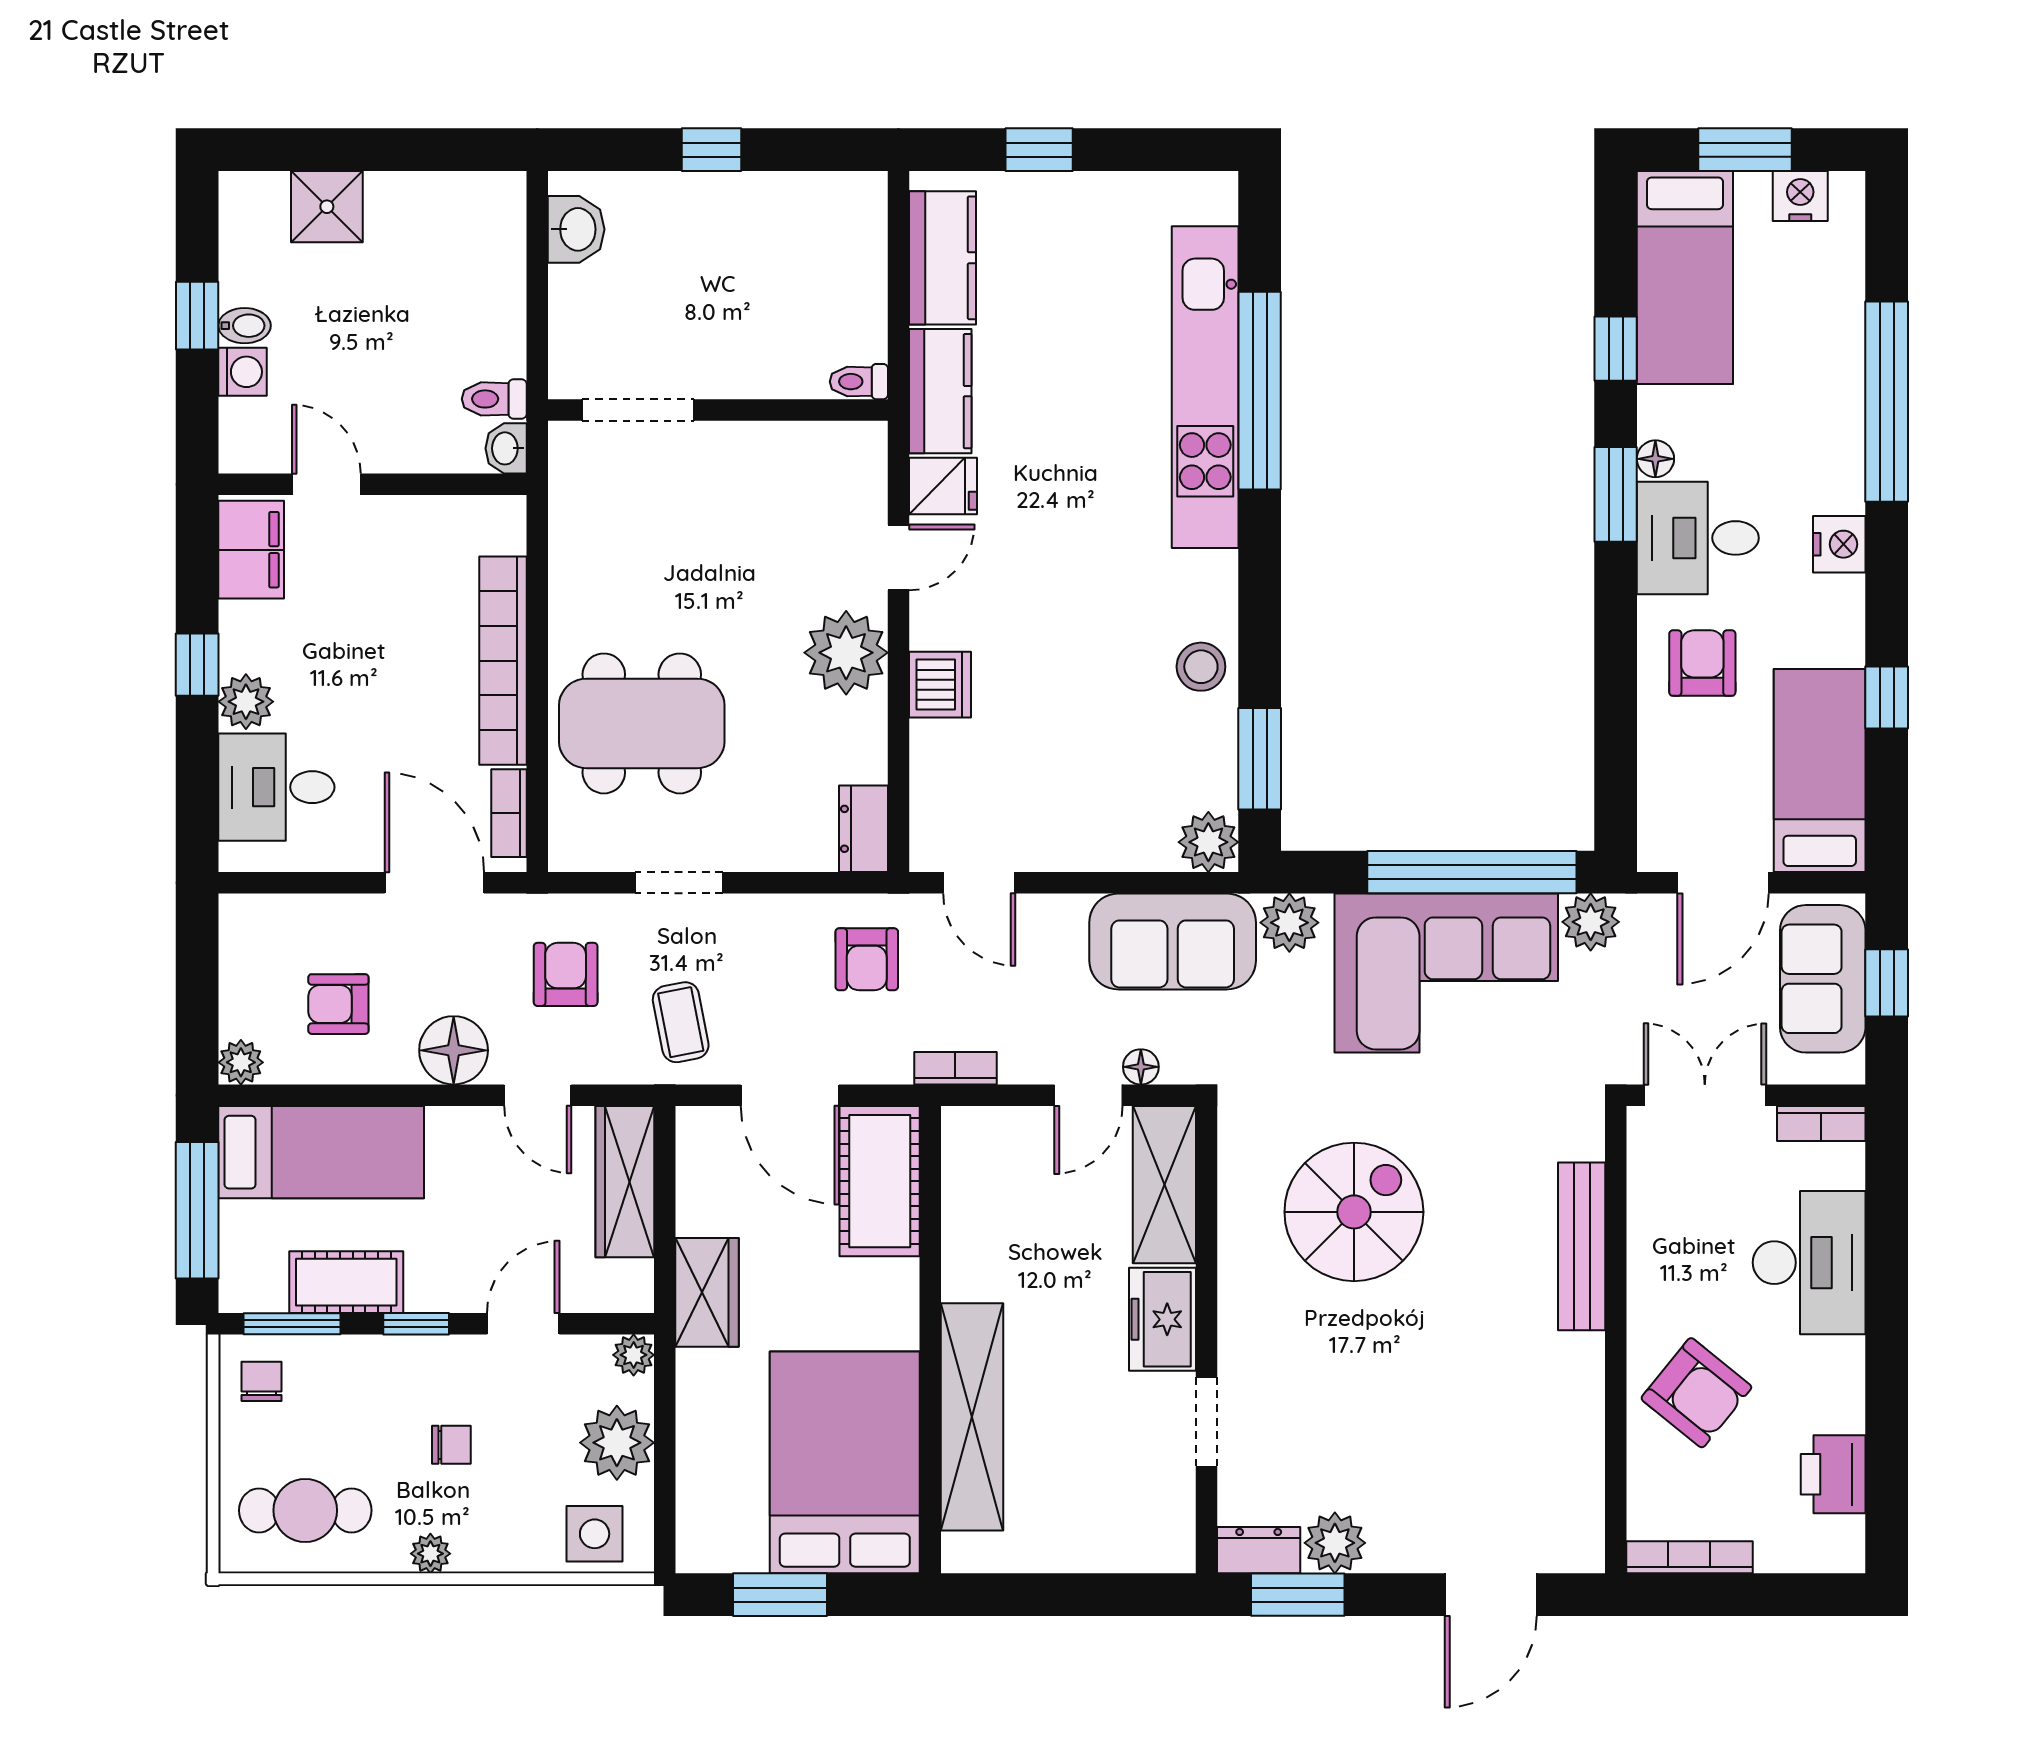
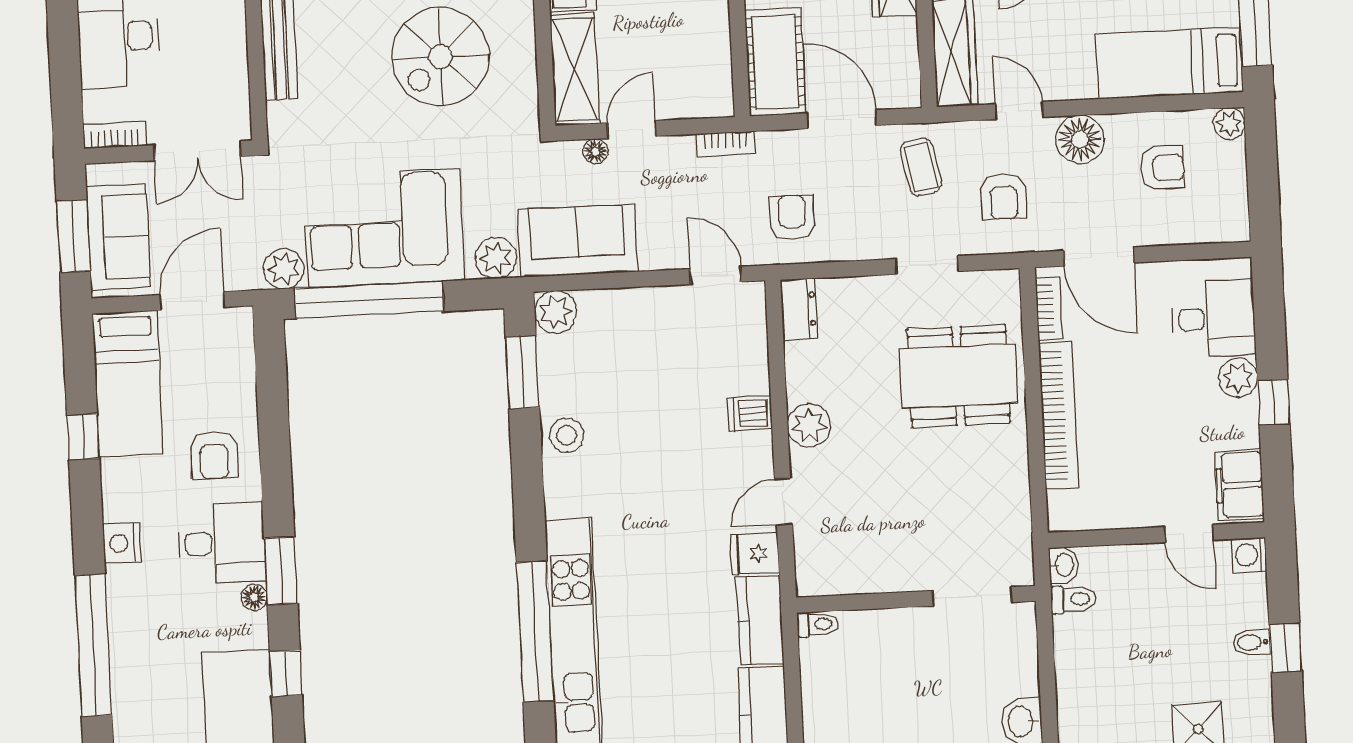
washing machine: (243, 372) -> (1249, 555), moved
plant: (846, 653) -> (809, 425), width x0.73, depth x0.73
dishwasher: (940, 685) -> (750, 414), width x0.73
window: (1887, 983) -> (73, 236), width x1.50

